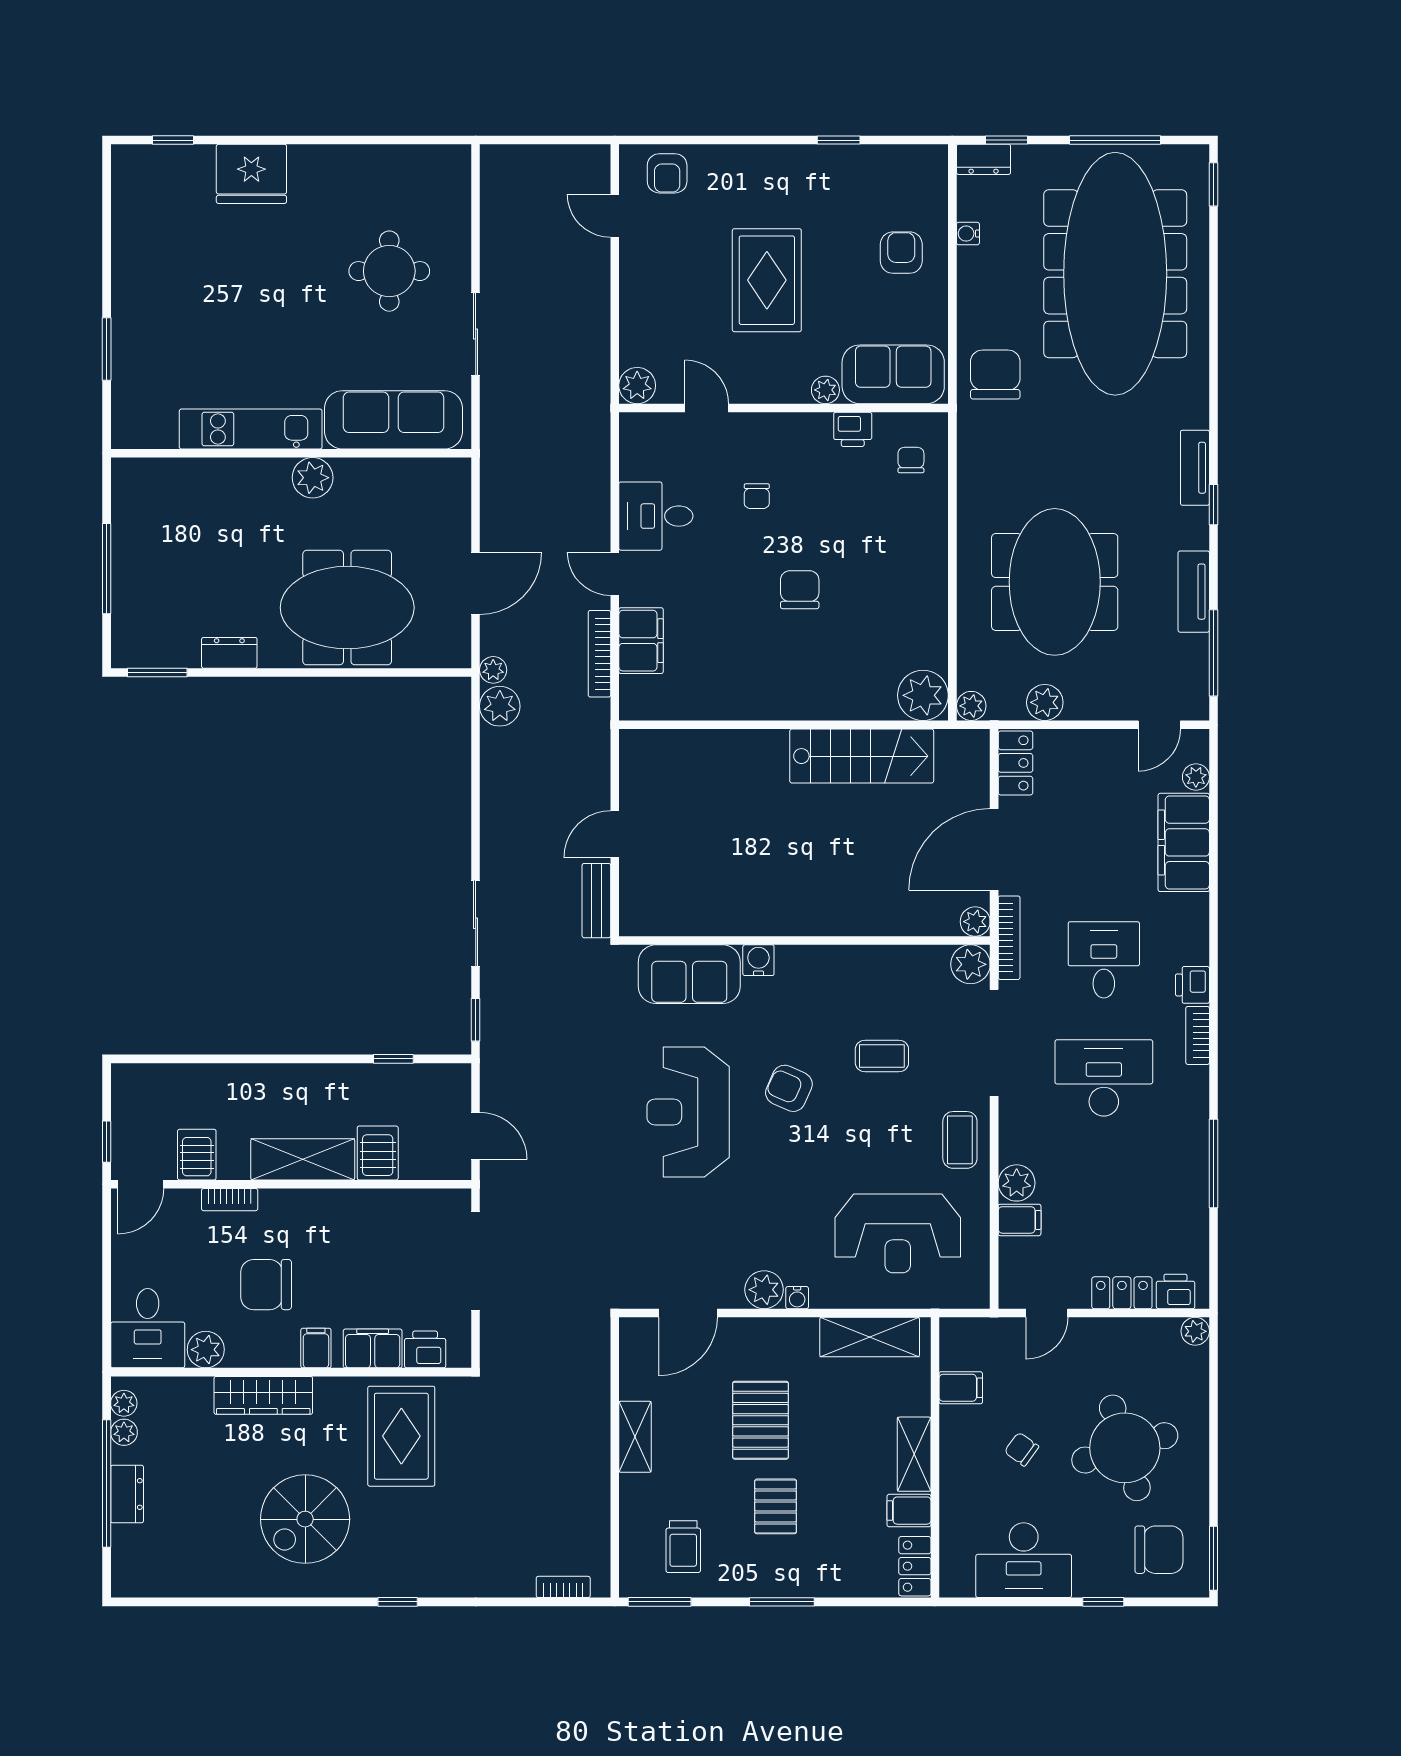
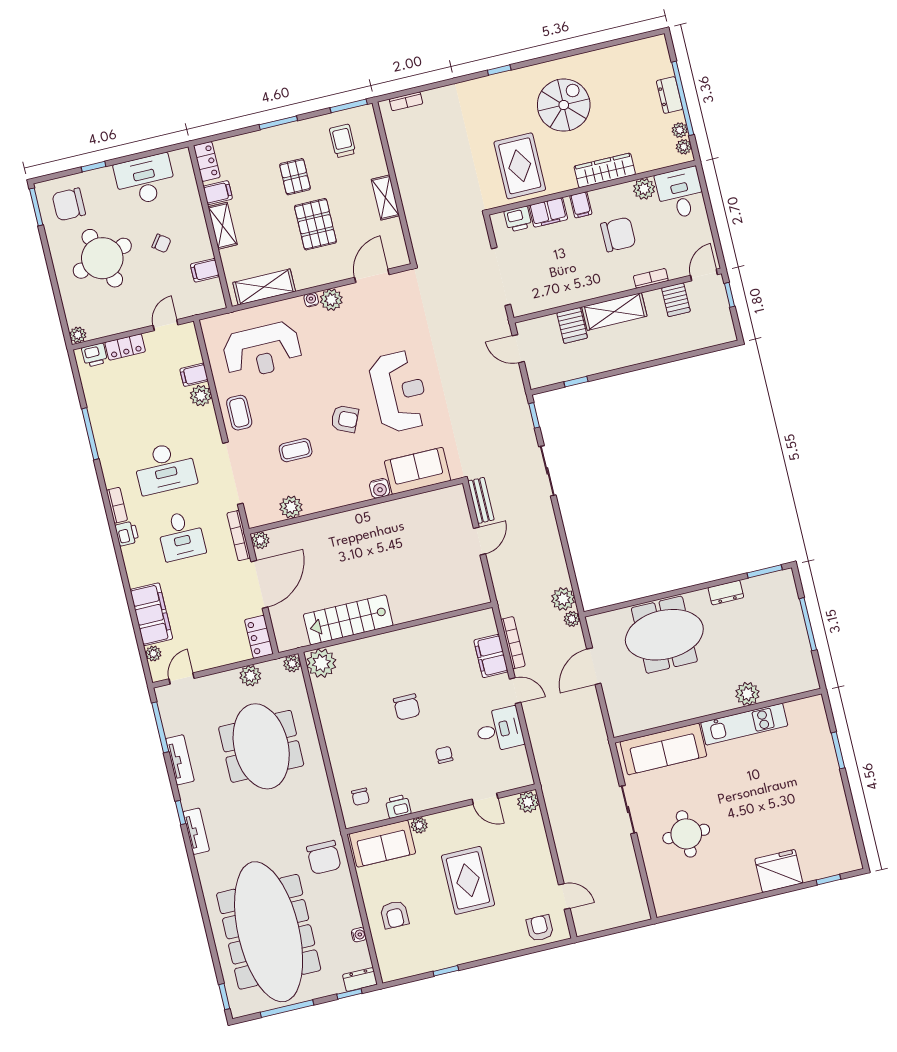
plant: (313, 478) -> (747, 694), moved
plant: (970, 964) -> (291, 507), moved
reception desk: (898, 1233) -> (262, 350), turned 180

